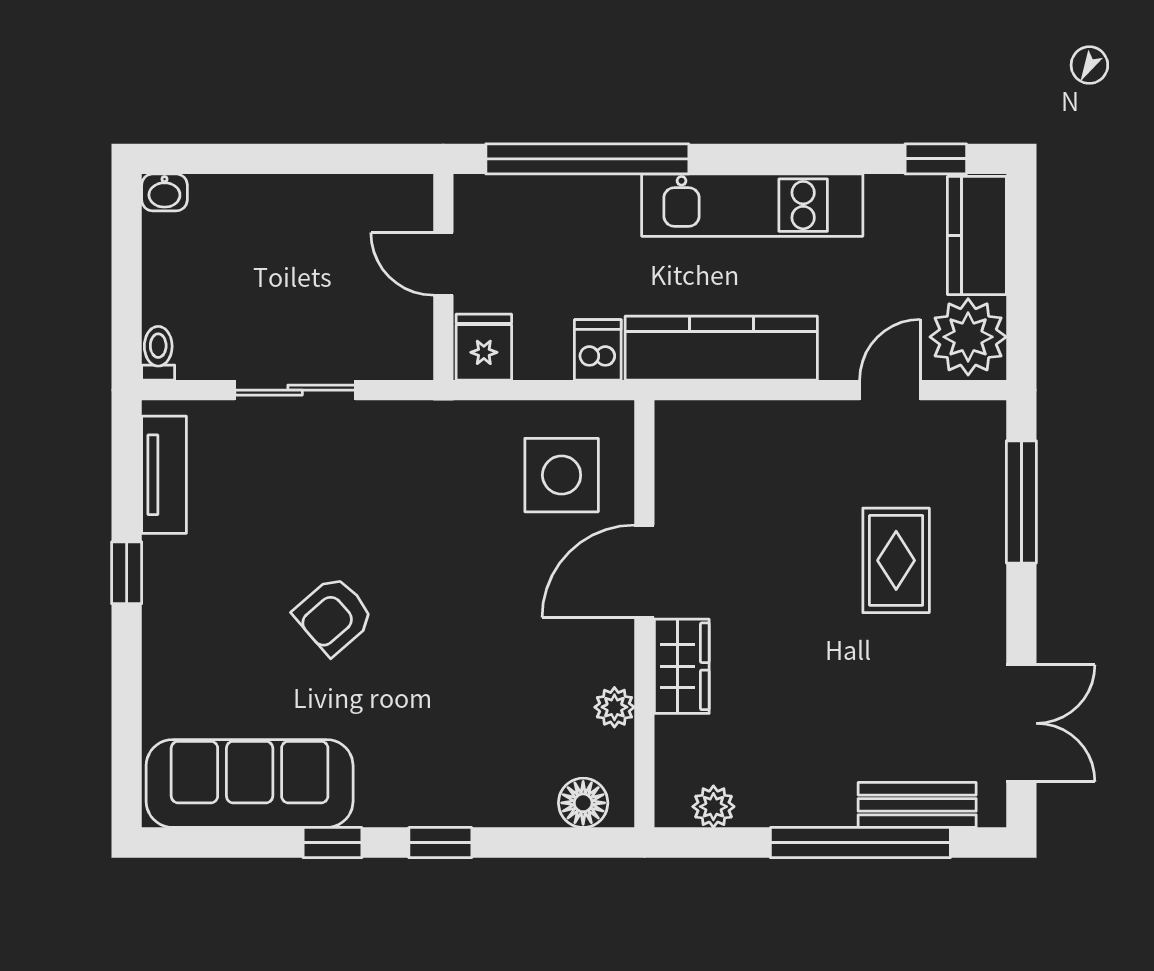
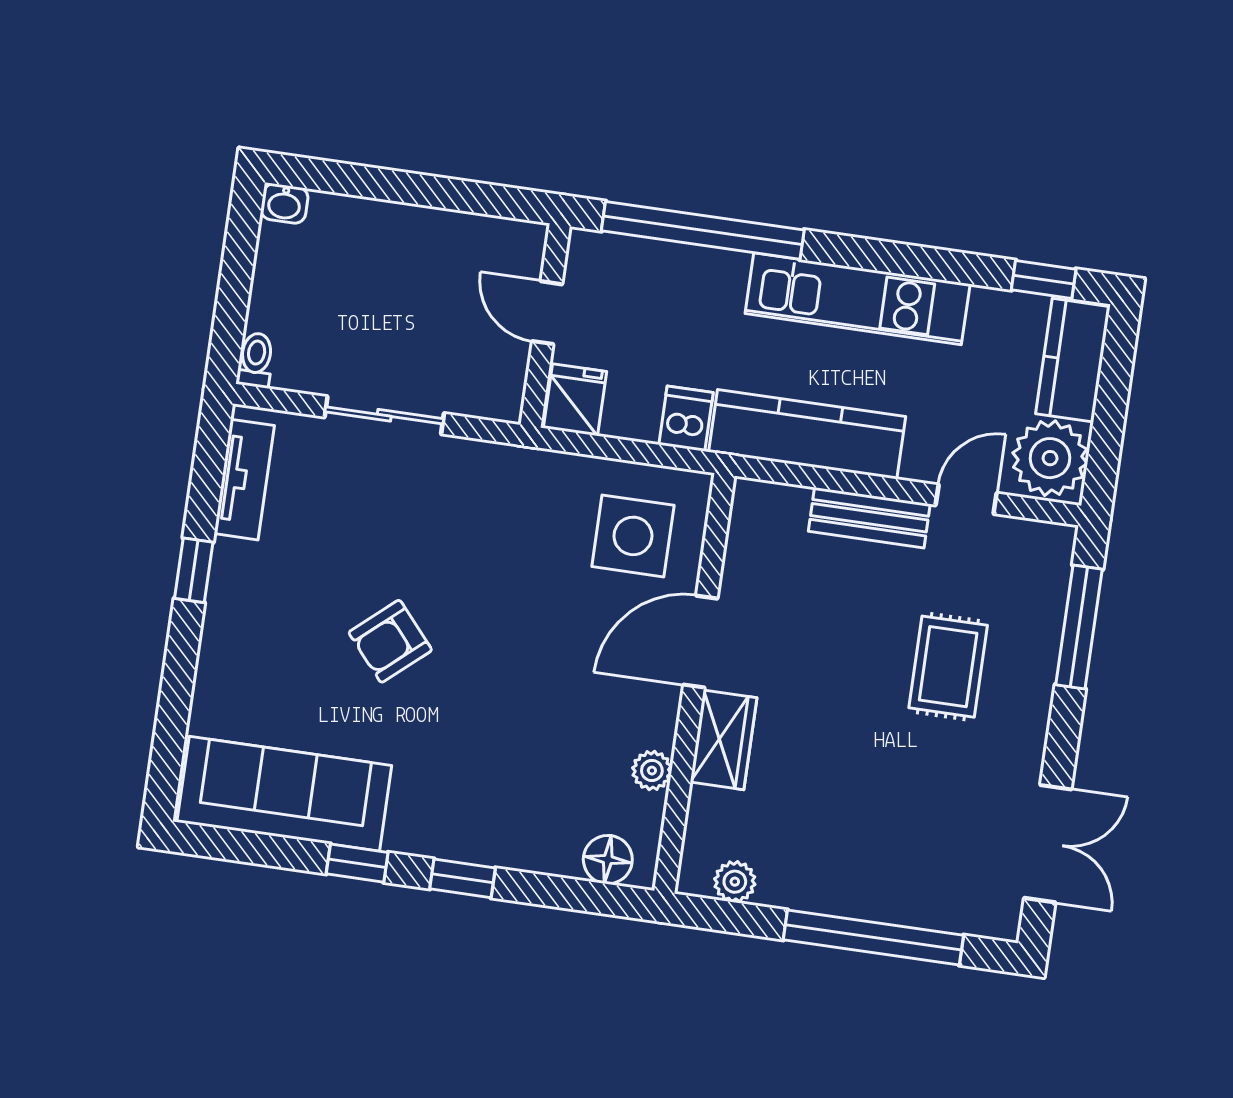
bench: (917, 805) -> (869, 518), moved

